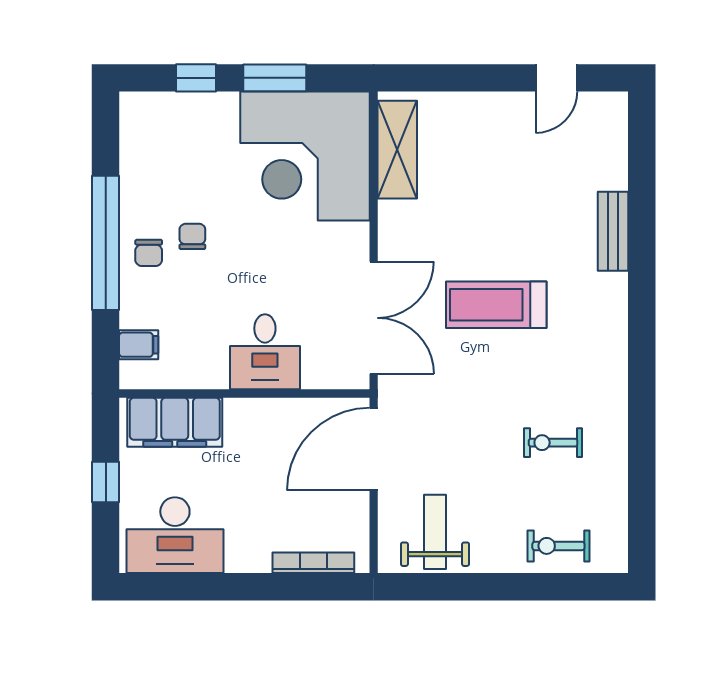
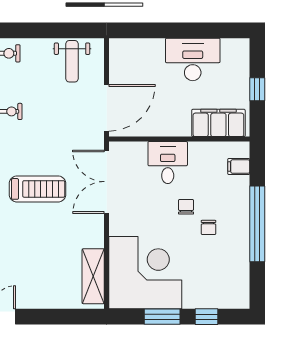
chair: (149, 253) -> (186, 207), moved
desk: (175, 535) -> (193, 59), moved
bookcase: (313, 563) -> (140, 44), removed

